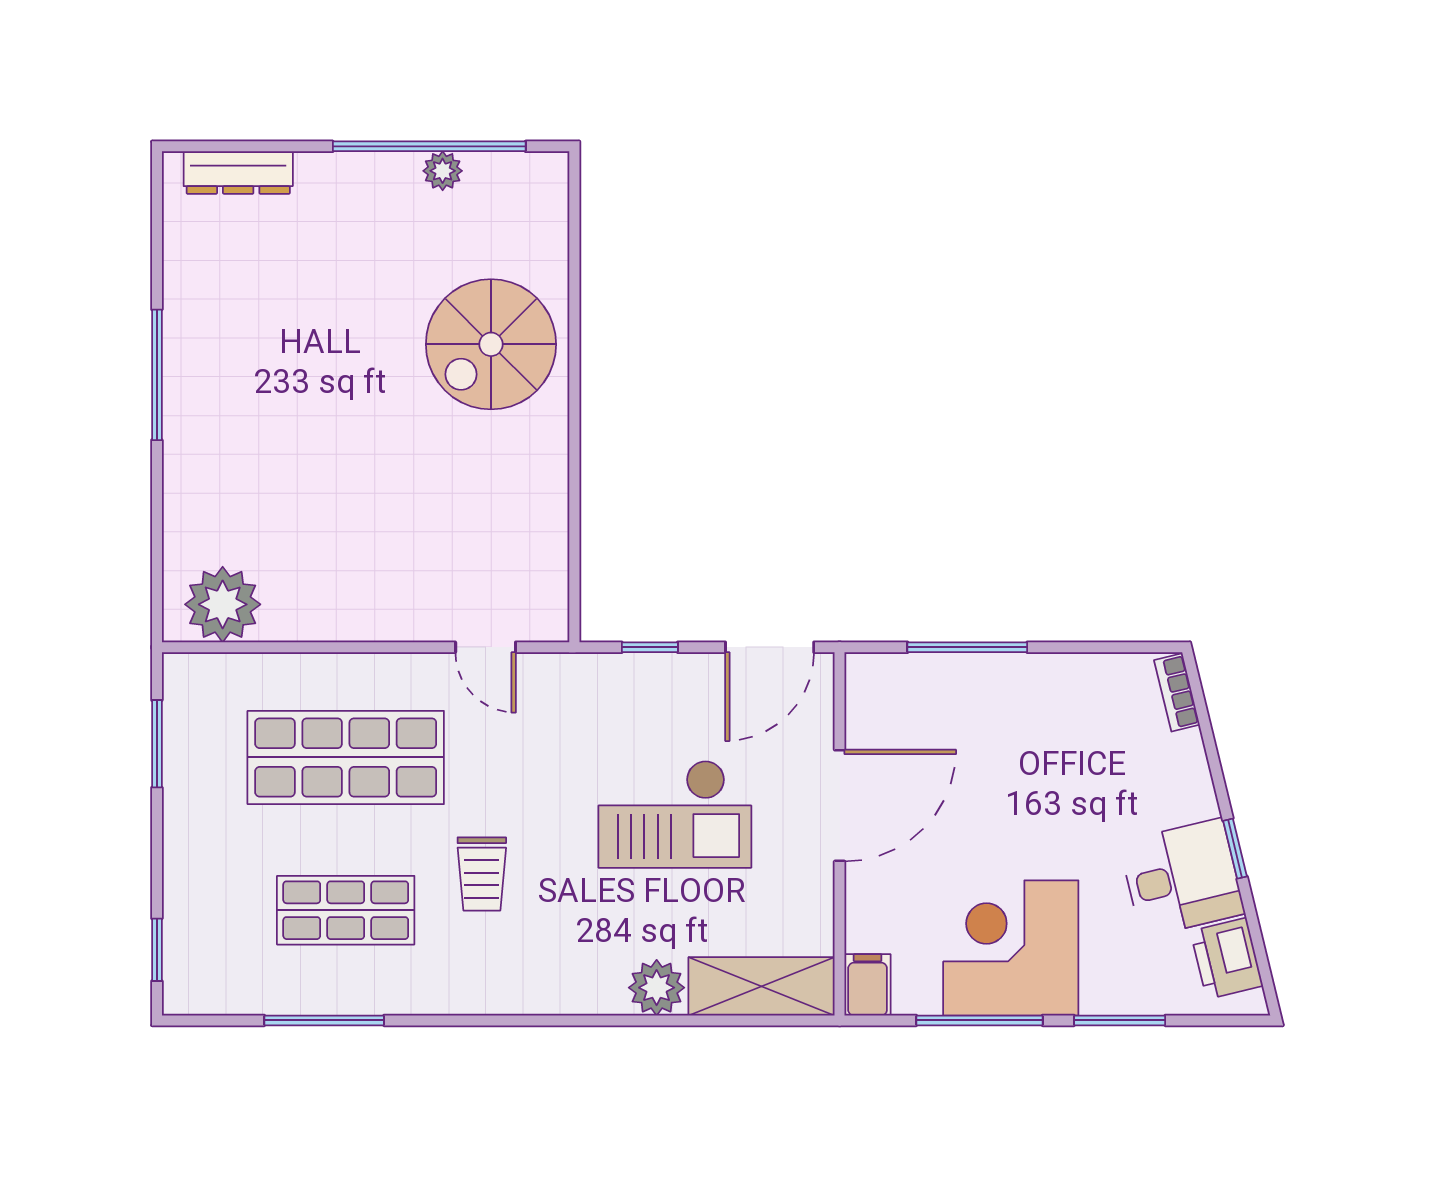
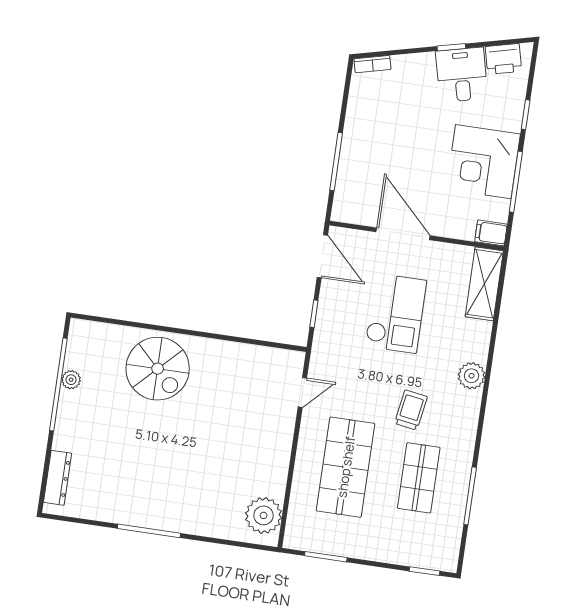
trolley: (482, 874) -> (411, 410), turned -81
plant: (657, 988) -> (472, 376), moved
window: (1120, 1020) -> (526, 115), width x0.67

